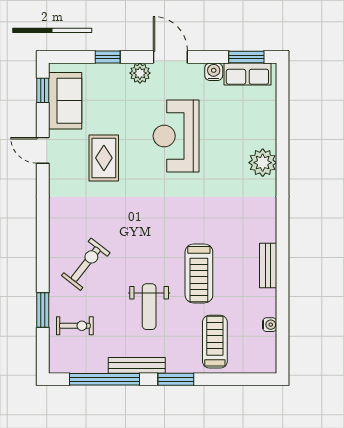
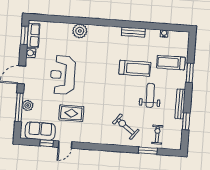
window: (108, 57) -> (19, 107), width x2.17
plant: (140, 73) -> (28, 105), moved
window: (43, 90) -> (47, 143), moved
reception desk: (176, 136) -> (63, 75), turned 90
weight bench: (149, 307) -> (150, 95), turned -90
window: (105, 379) -> (186, 121), width x0.47
window: (176, 379) -> (190, 73), moved

